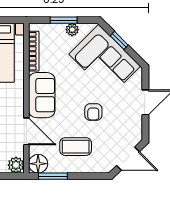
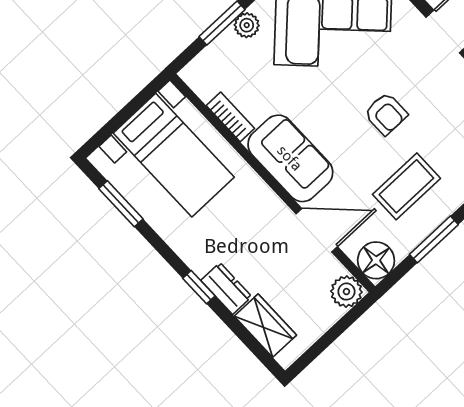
bookcase: (34, 51) -> (230, 117), width x0.64
window: (53, 176) -> (434, 239), moved

